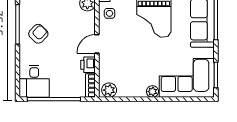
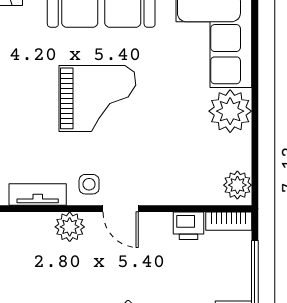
door: (97, 44) -> (121, 209), moved
plant: (152, 91) -> (230, 111), width x1.88, depth x1.88

